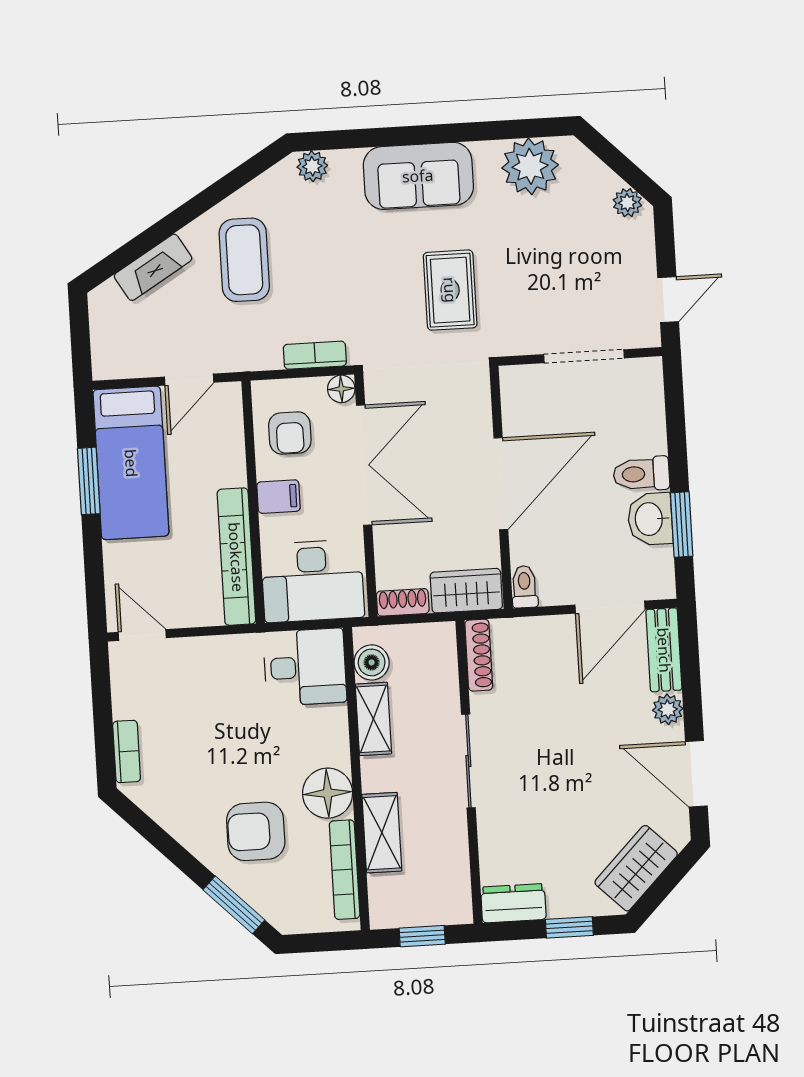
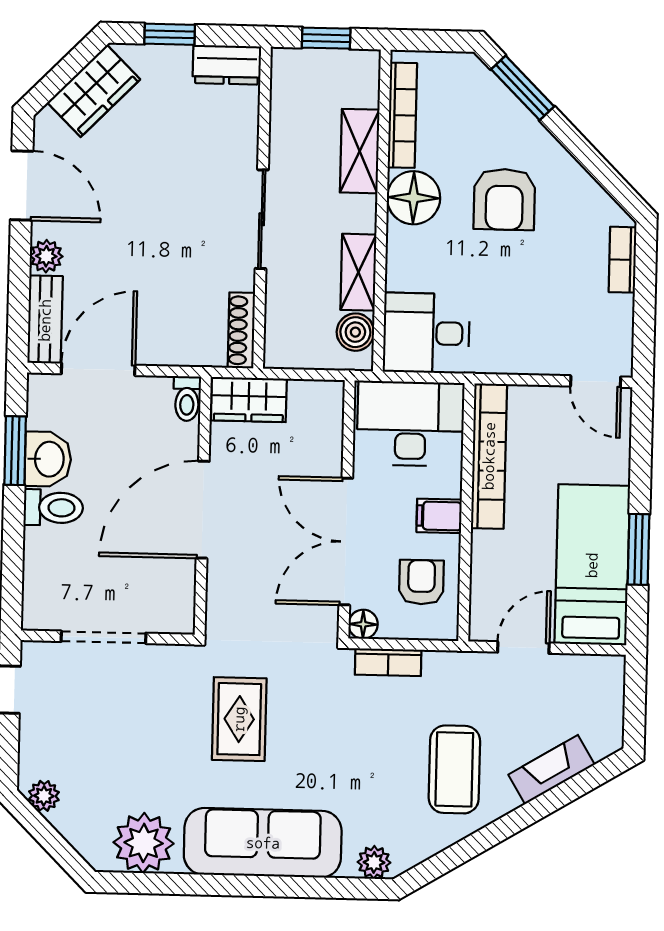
sofa: (418, 176) -> (263, 843), width x1.36
shoe rack: (403, 602) -> (317, 393), removed
armchair: (256, 831) -> (504, 199), moved, turned 90

